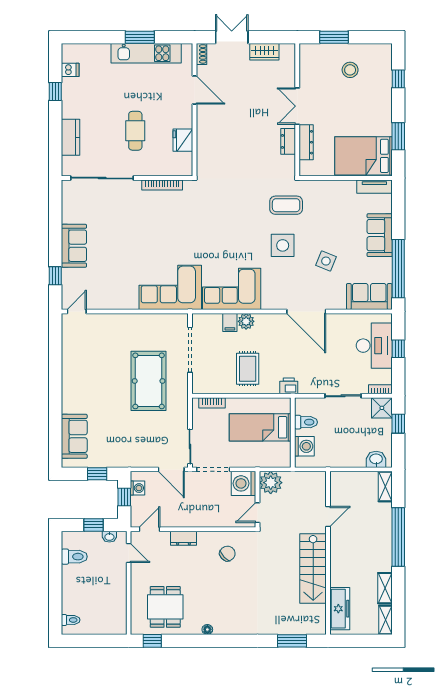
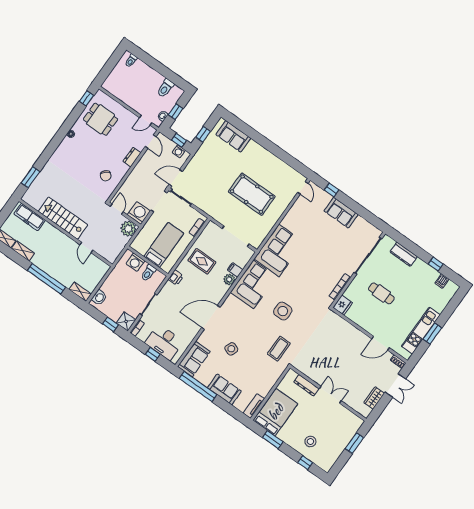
stool: (350, 70) -> (310, 441), moved
fridge: (183, 140) -> (343, 305), moved, turned 90
dresser: (288, 141) -> (314, 375), removed
side table: (283, 245) -> (283, 311), moved
pool table: (149, 381) -> (252, 194), moved

